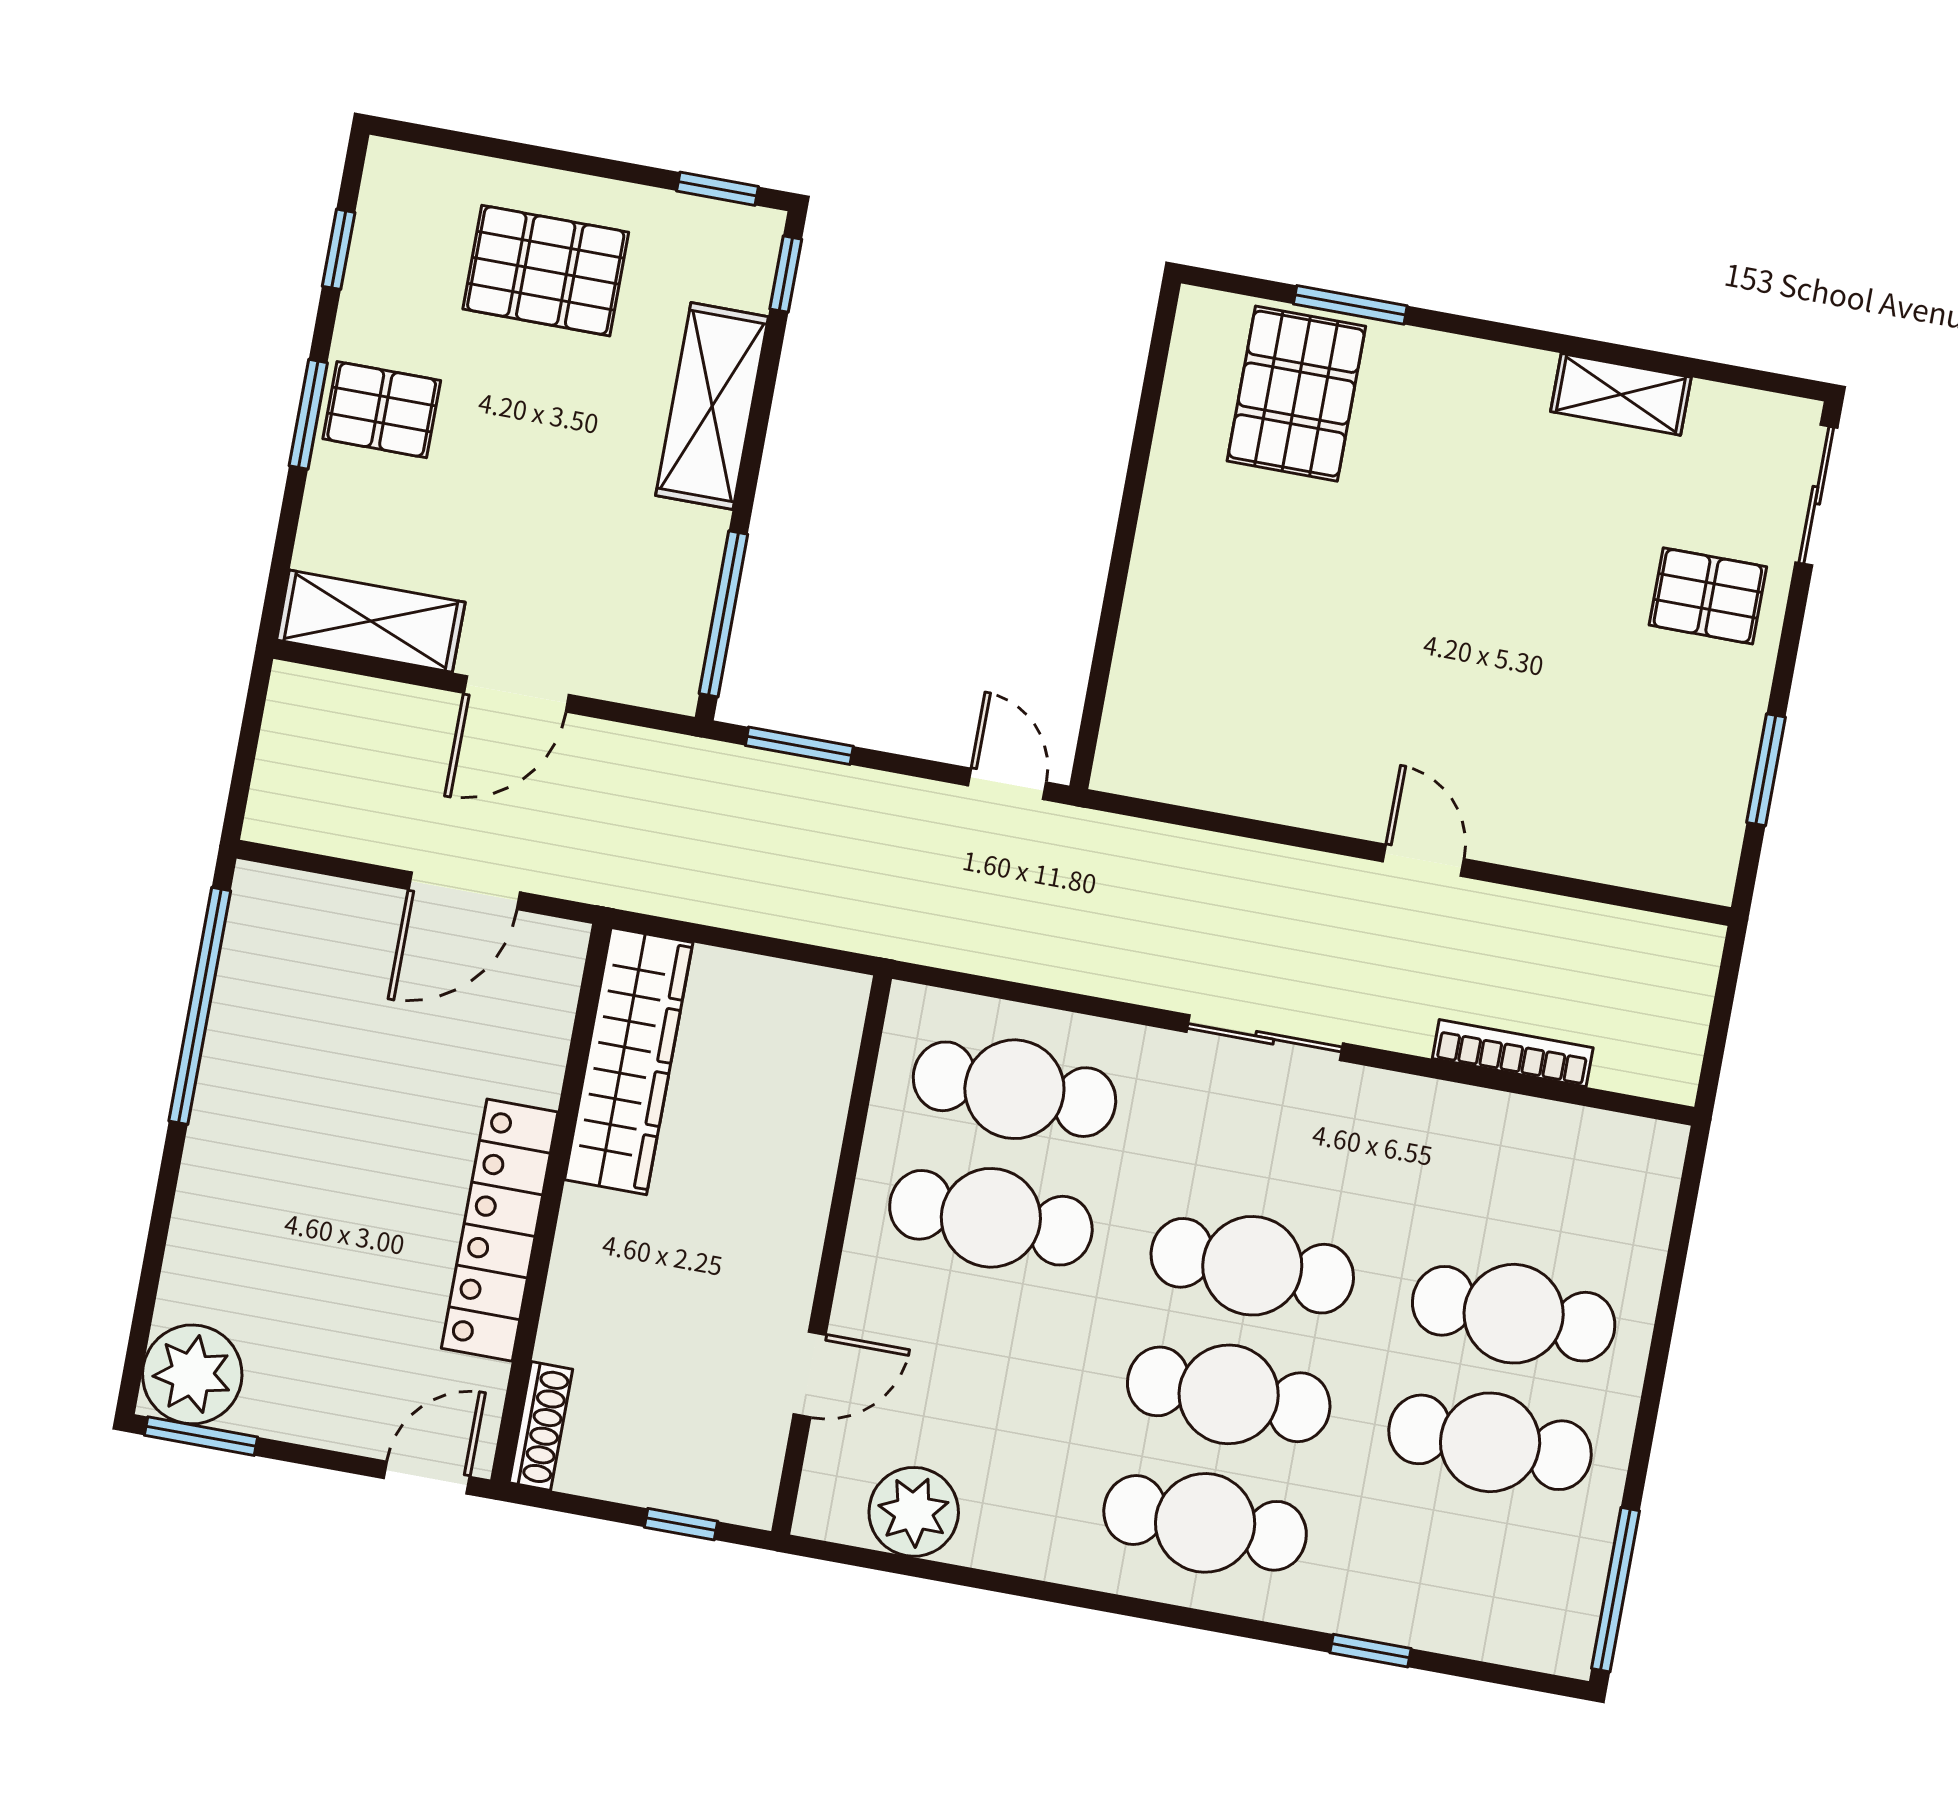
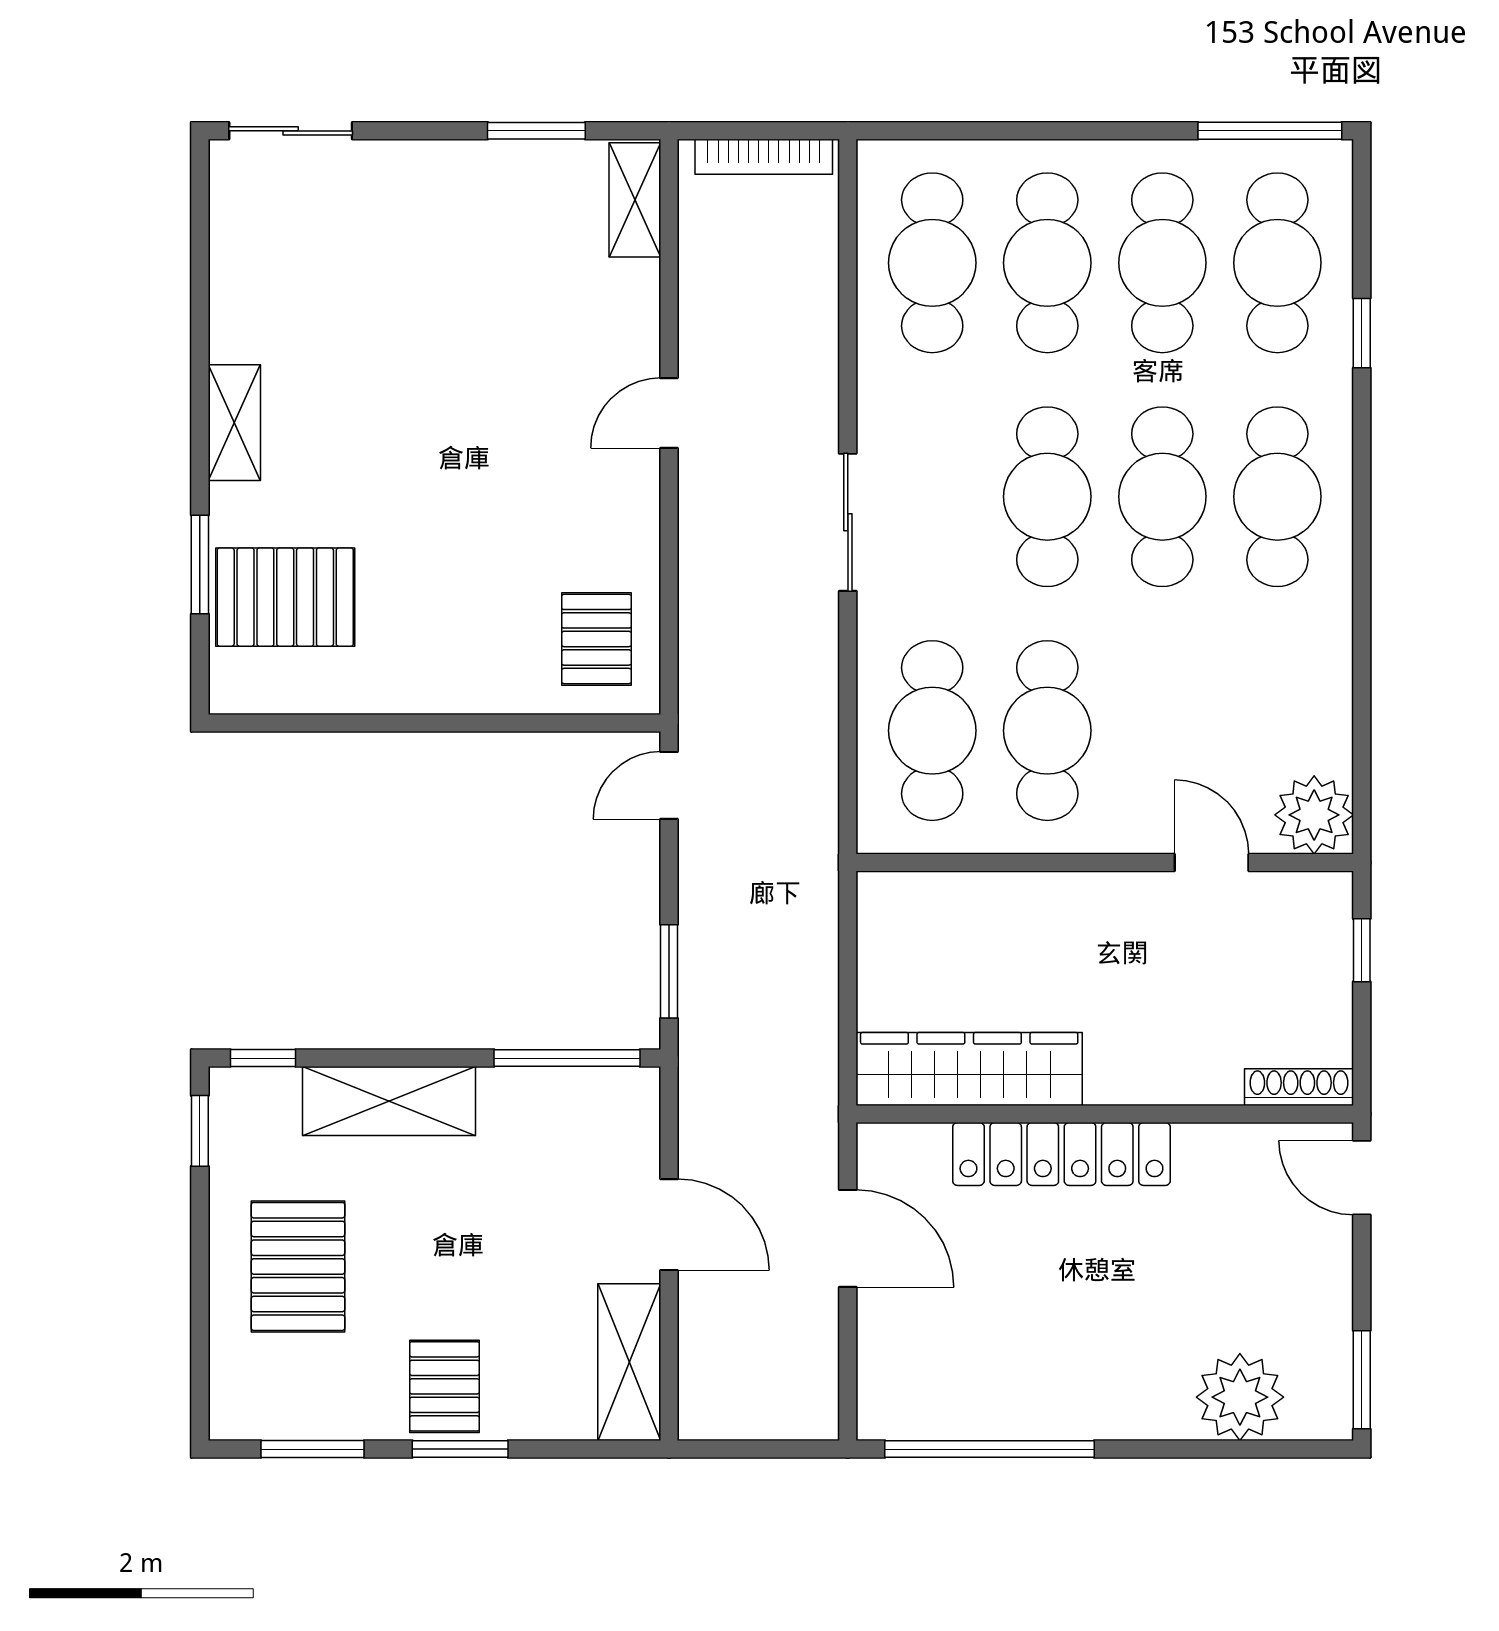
window: (339, 249) -> (313, 1449), width x1.50
shelving: (1621, 394) -> (234, 423), moved
pallet: (1708, 596) -> (596, 639), moved
shelving: (1669, 866) -> (635, 200), added
bookcase: (1513, 1053) -> (764, 157), moved, turned -90
cafe table: (1537, 1185) -> (932, 263), added
locker: (500, 1230) -> (1061, 1154), moved
plant: (192, 1374) -> (1240, 1397), moved
plant: (914, 1512) -> (1314, 815), moved
cafe table: (1466, 1571) -> (1277, 263), added

